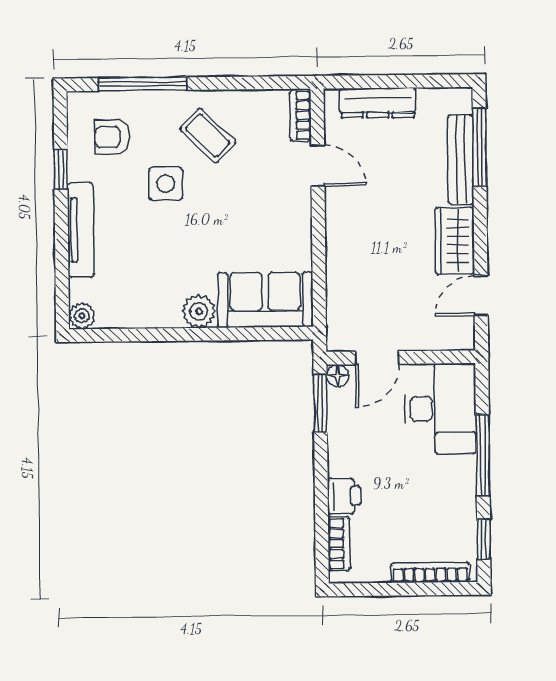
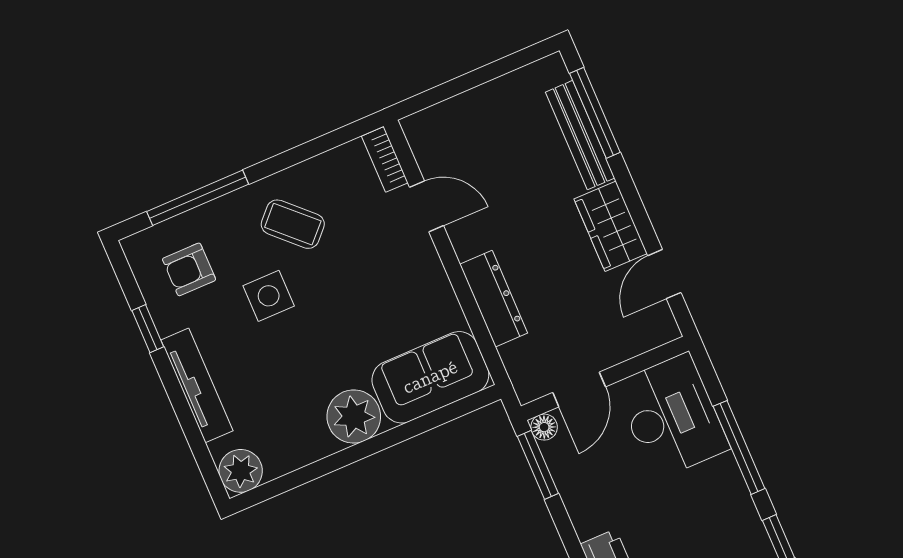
dresser: (378, 103) -> (494, 299), moved, turned -90
plant: (199, 311) -> (354, 417), width x1.36, depth x1.36
plant: (82, 316) -> (241, 471), width x1.38, depth x1.38

